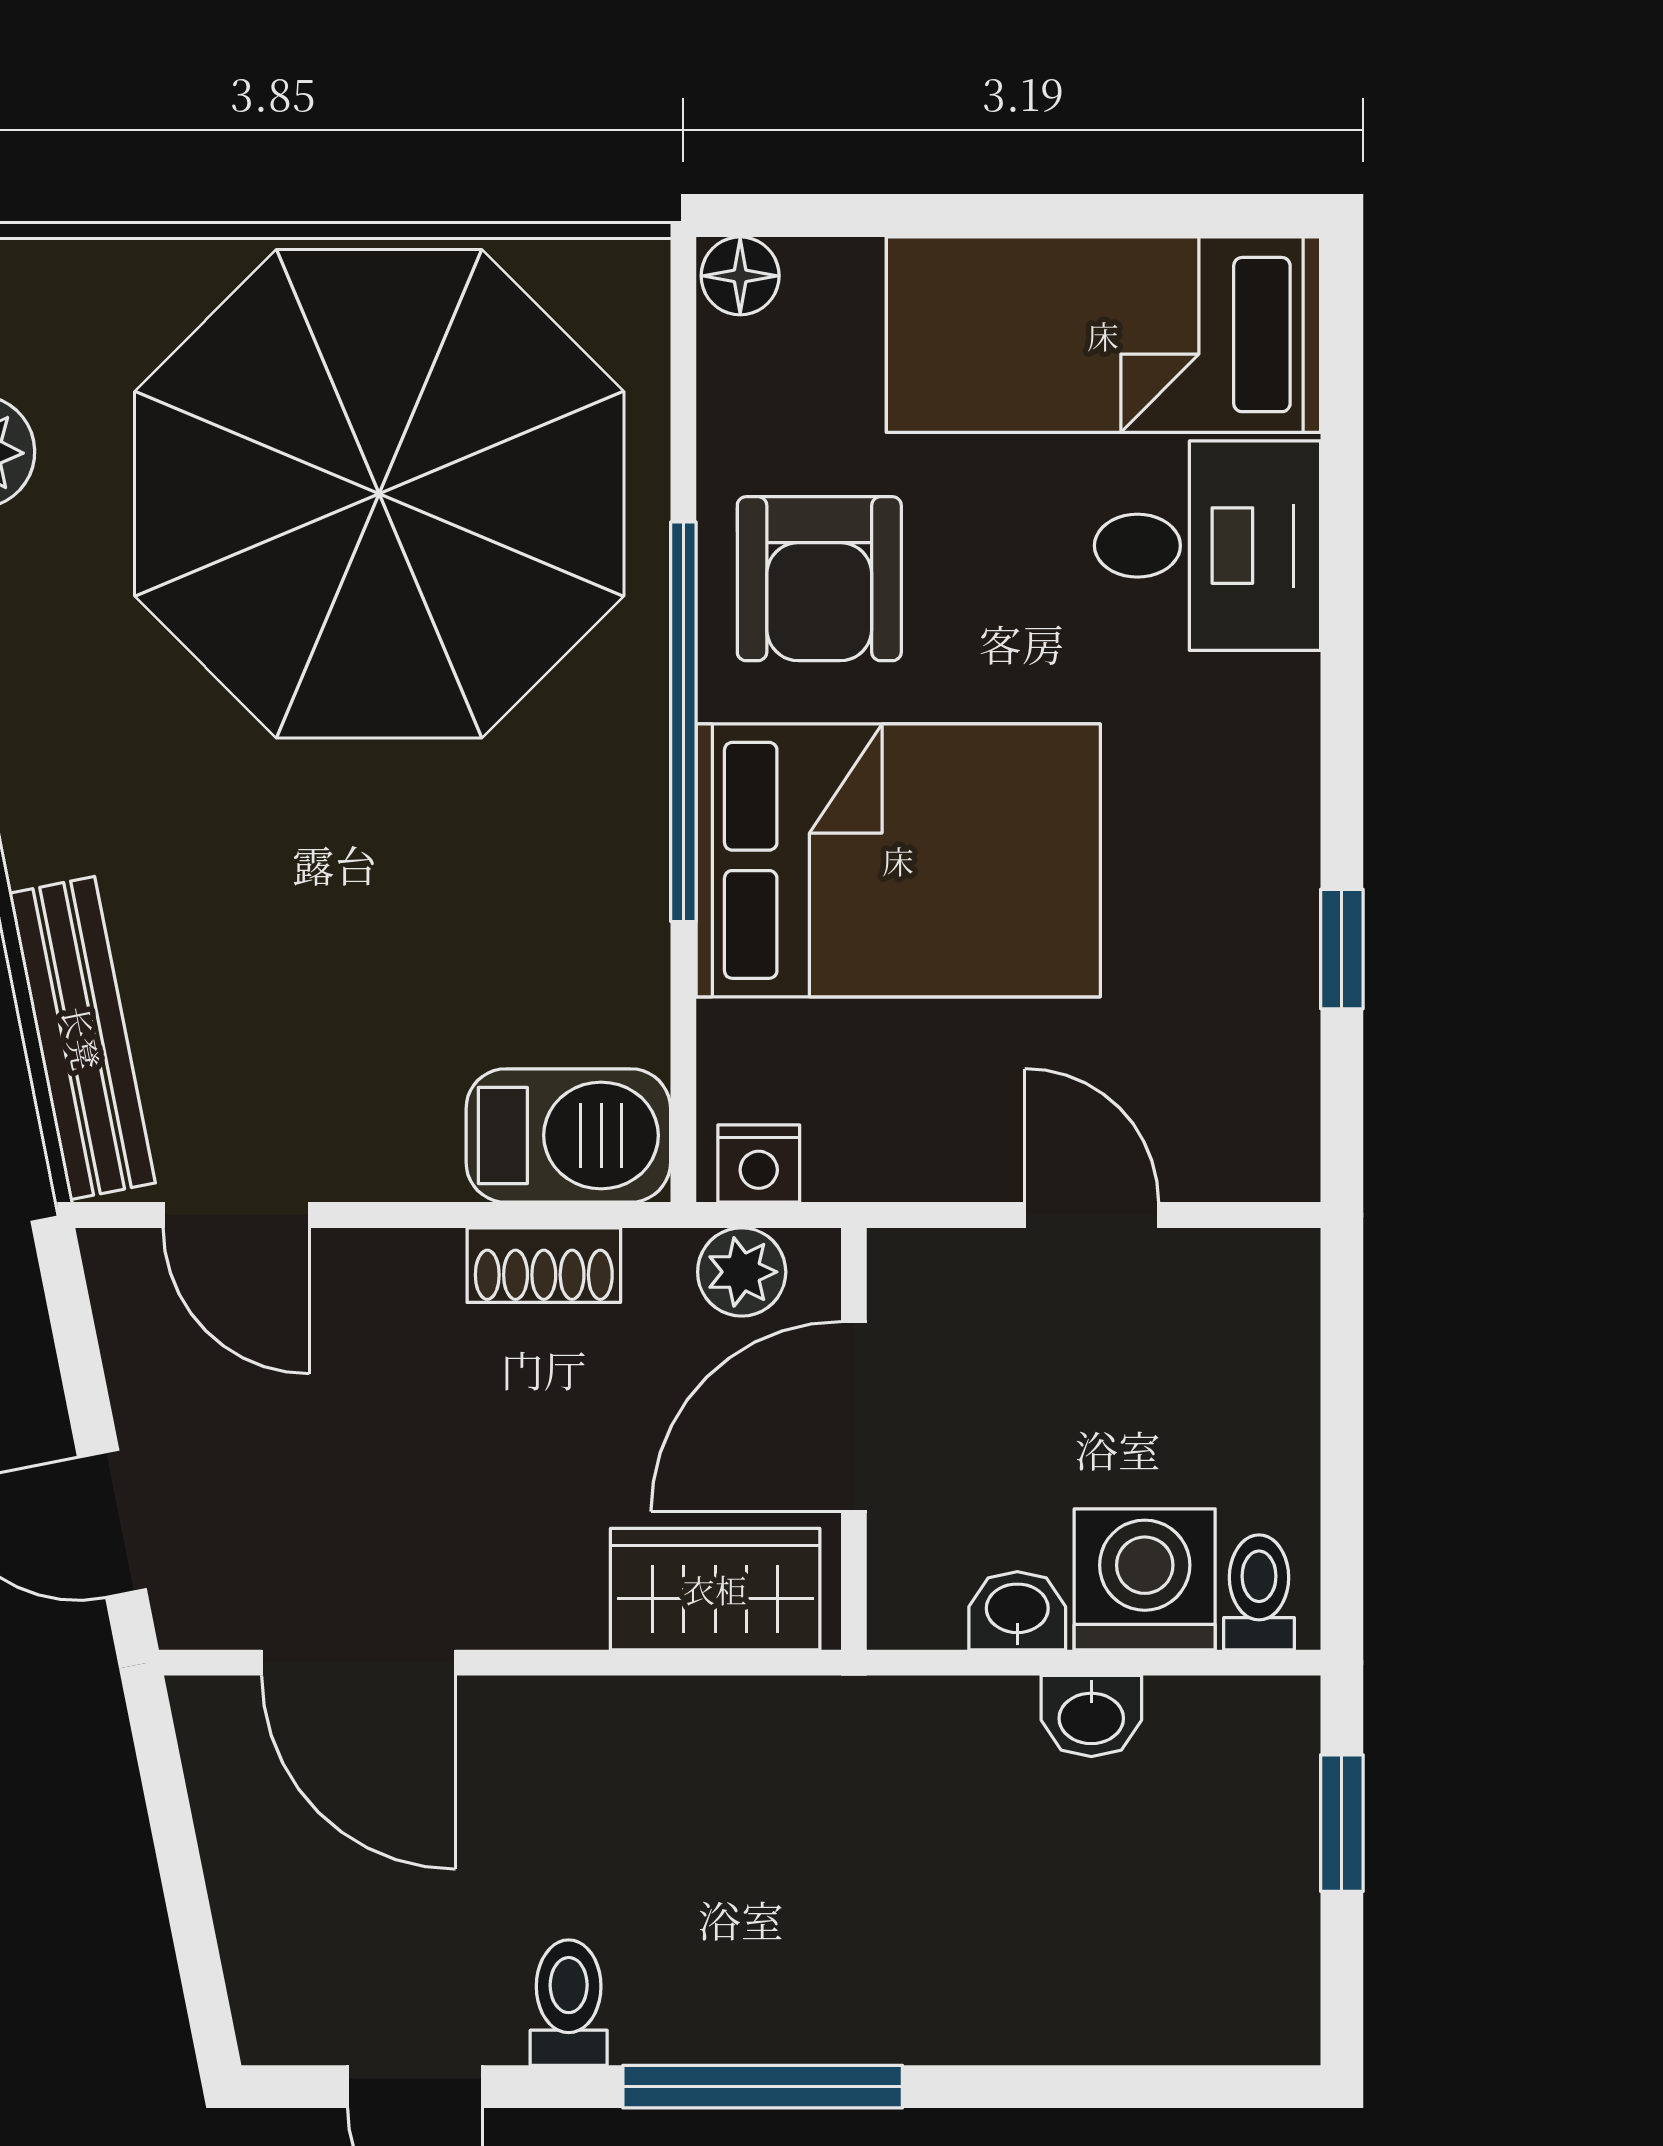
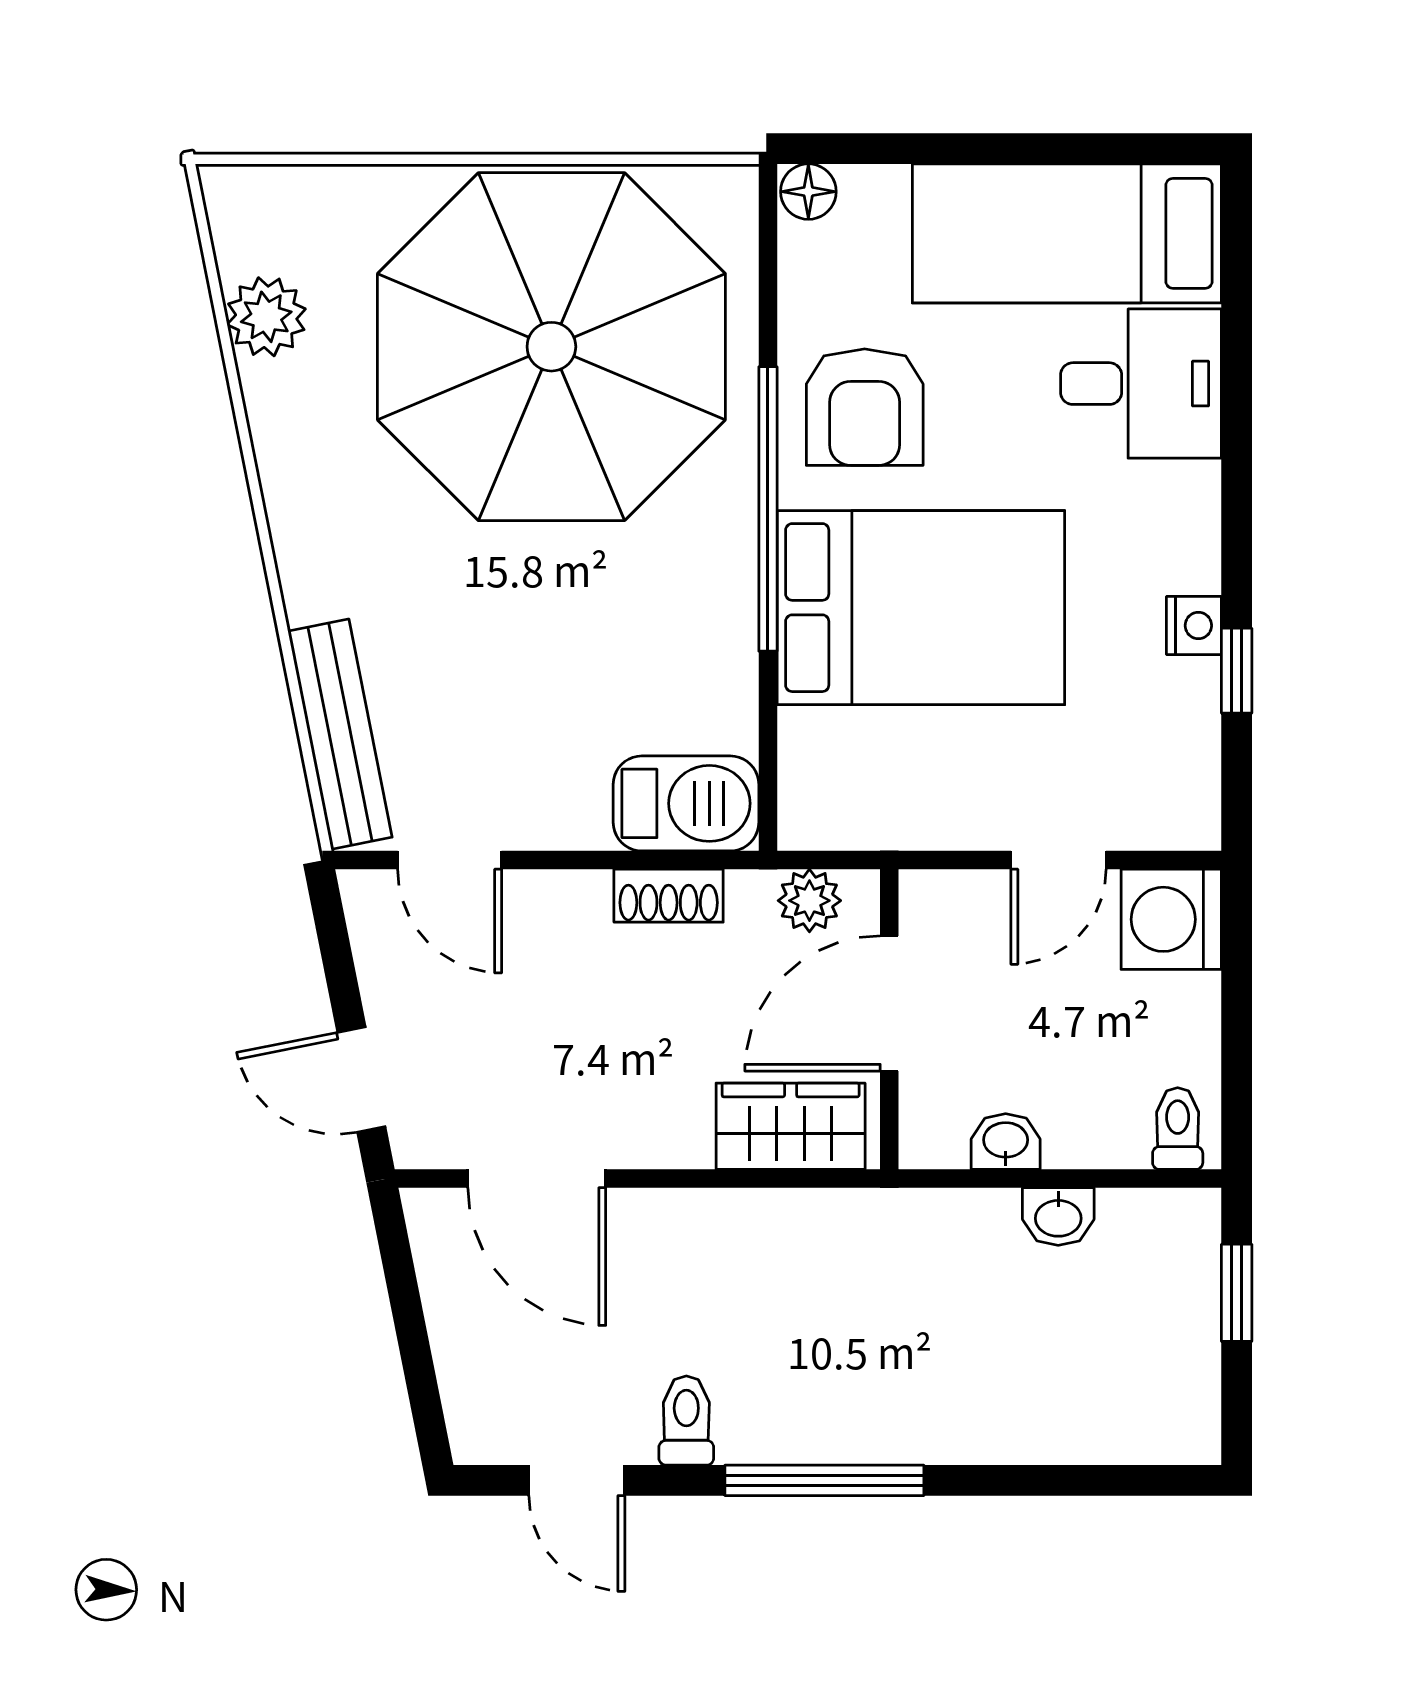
nightstand: (759, 1164) -> (1194, 626), moved, turned -90
door: (1092, 1215) -> (1059, 860), swing flipped
washing machine: (1145, 1579) -> (1171, 919), moved, turned -90

